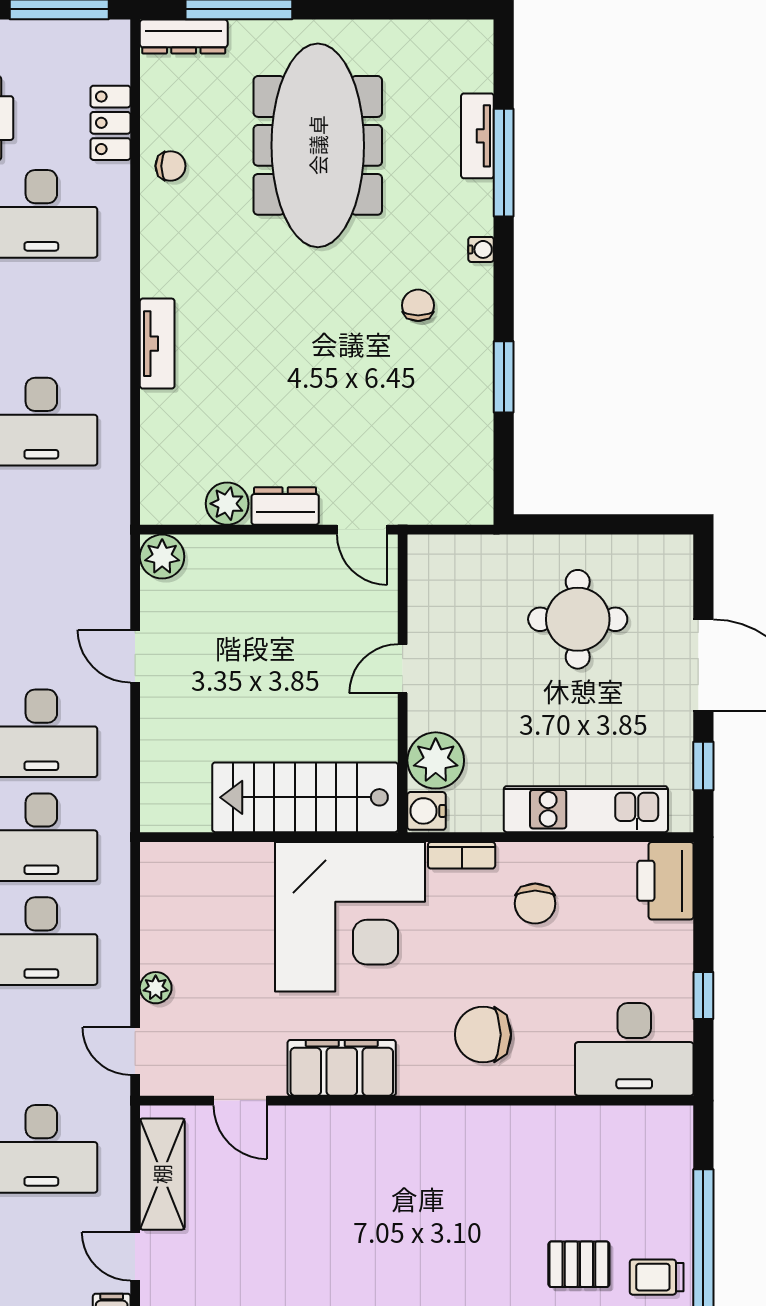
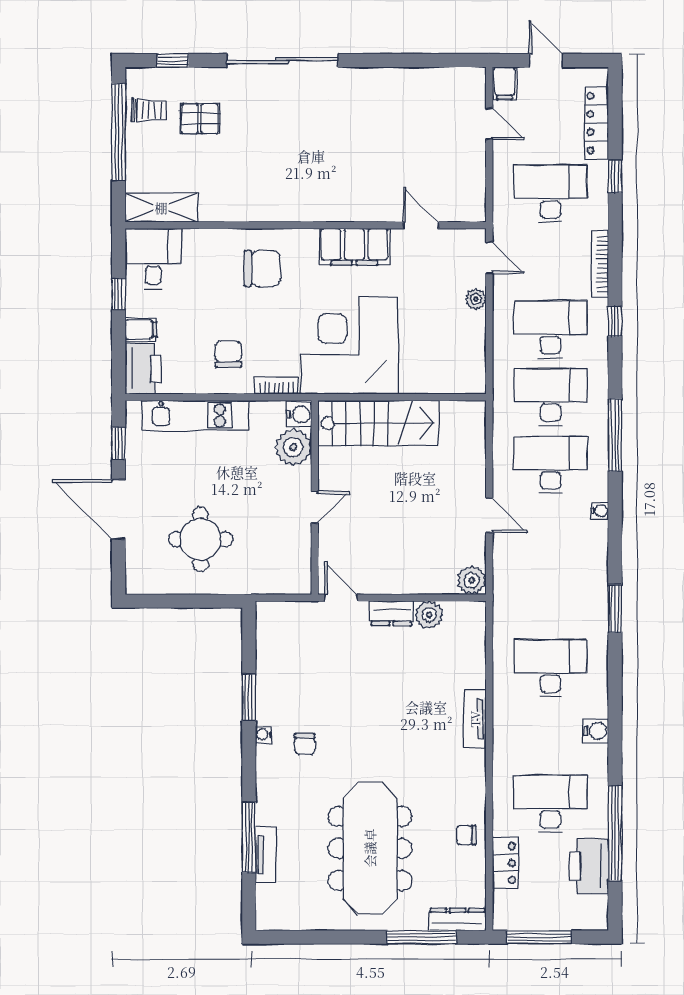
water cooler: (481, 249) -> (264, 735), moved
filing cabinet: (669, 941) -> (141, 329), added
desk: (634, 1049) -> (153, 259), width x0.73
shelving: (162, 1174) -> (161, 208), moved, turned 90

